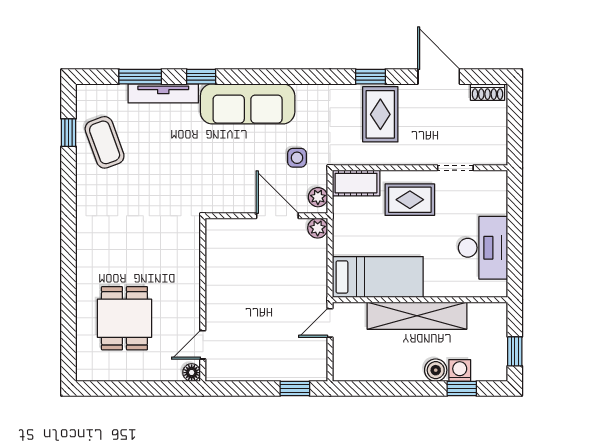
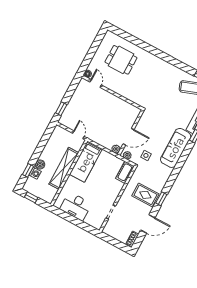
rug: (410, 200) -> (108, 189), removed

